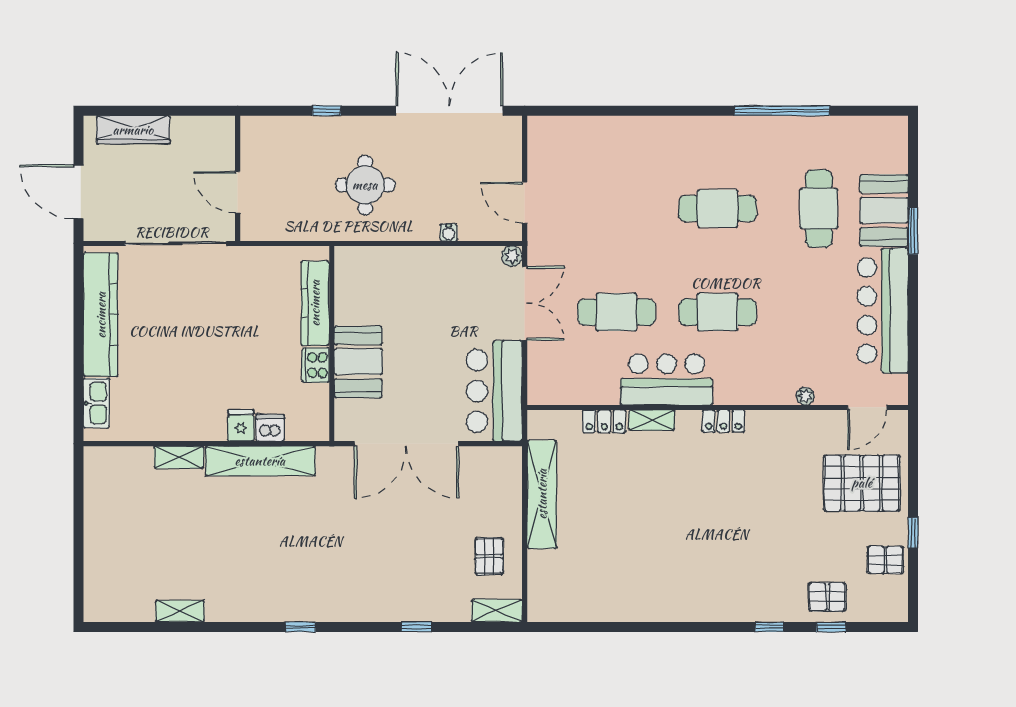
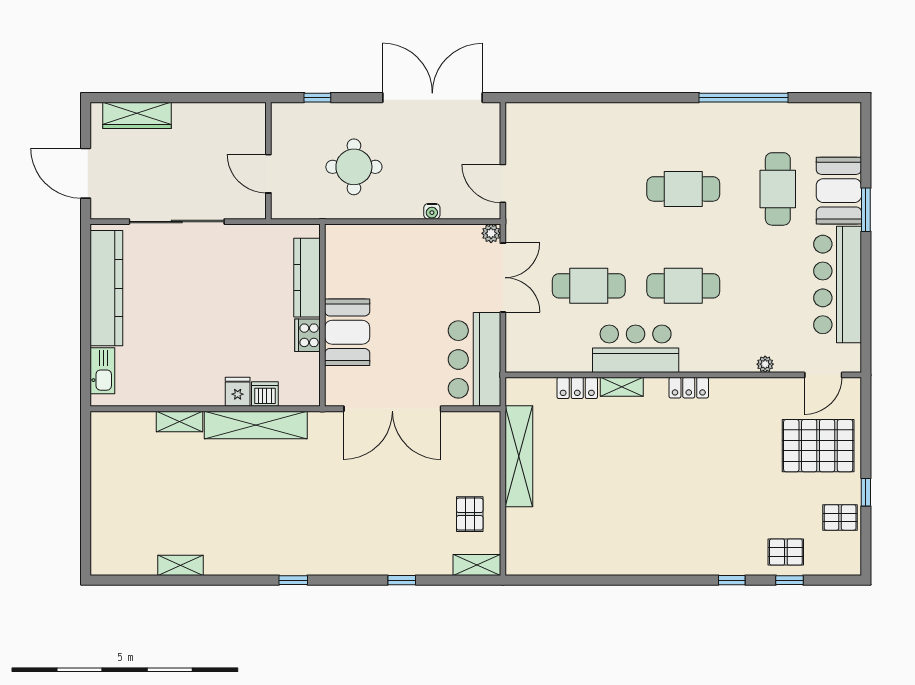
wall: (238, 178) -> (268, 161), moved
door: (238, 192) -> (268, 174), moved

